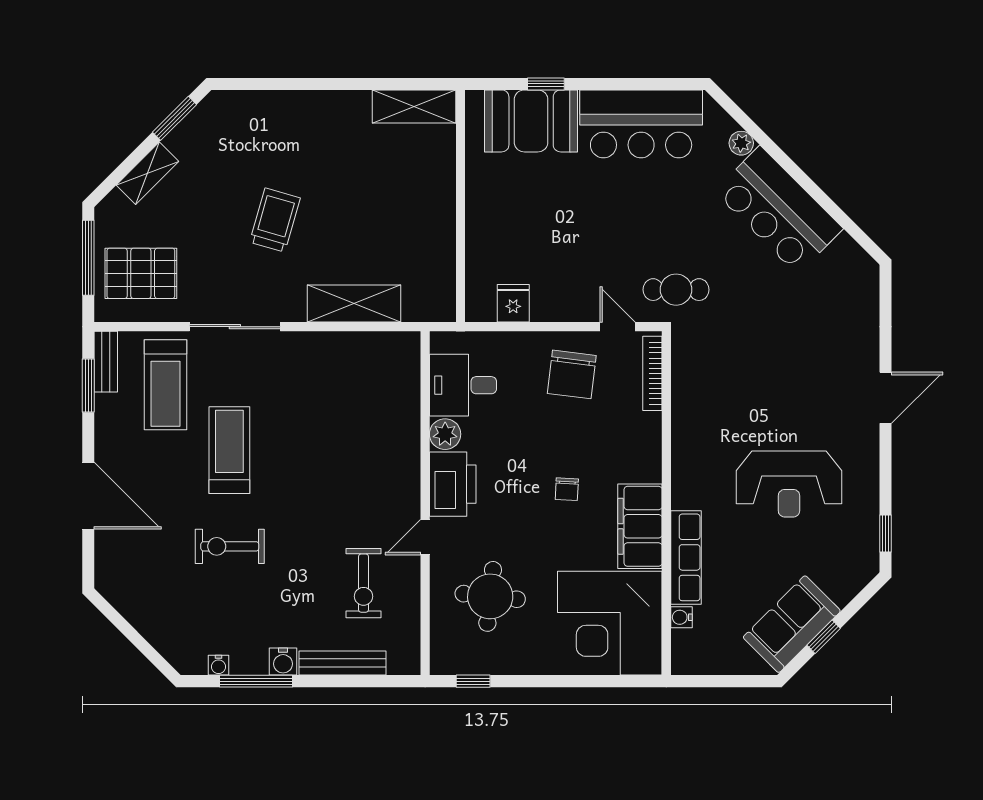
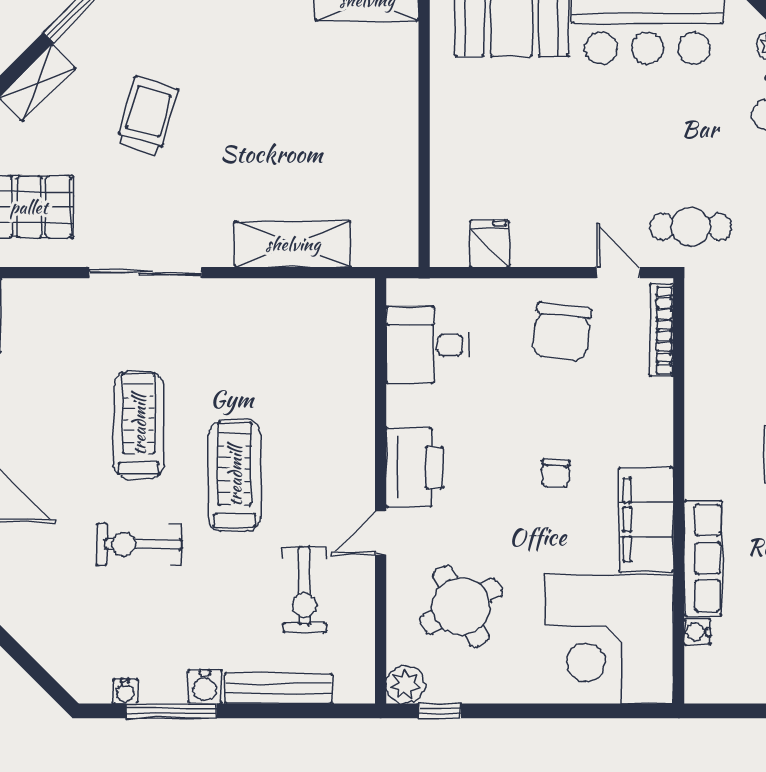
trolley: (275, 220) -> (147, 116), moved
treadmill: (165, 385) -> (235, 476), moved, turned 180
plant: (445, 434) -> (405, 684), moved
round table: (490, 596) -> (461, 606), turned -35

